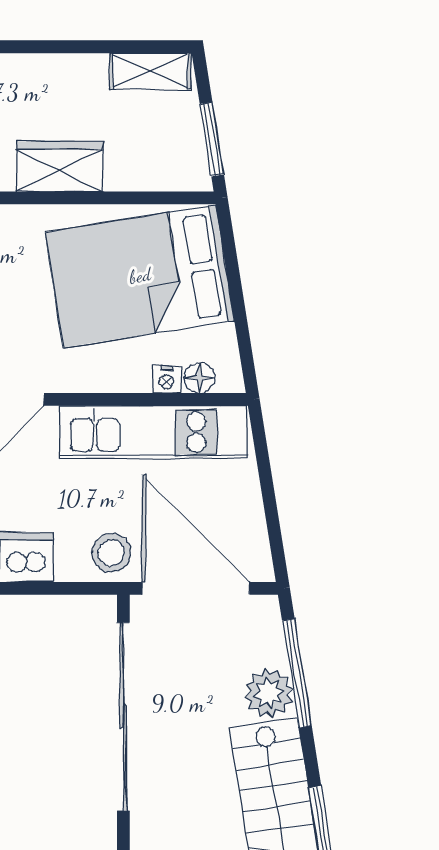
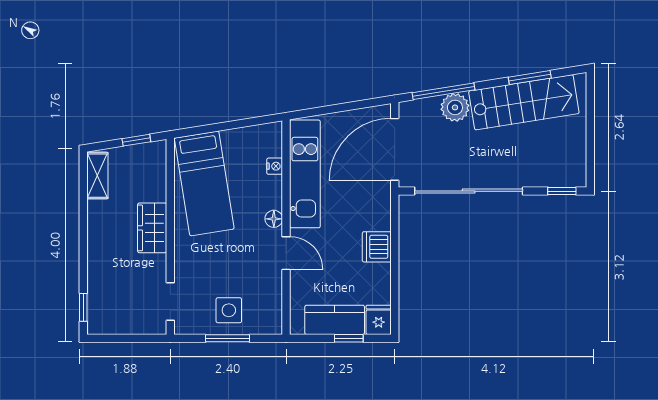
window: (212, 139) -> (136, 140), width x0.67
bed: (140, 276) -> (204, 183), width x0.67
floor lamp: (199, 378) -> (274, 219), moved
stool: (111, 553) -> (374, 198), removed

